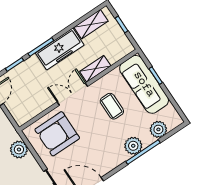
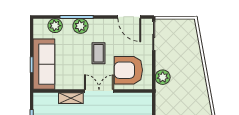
double door: (72, 94) -> (99, 91), swing flipped
coffee table: (112, 106) -> (98, 53), moved
armchair: (57, 134) -> (128, 70), turned 180

